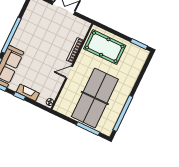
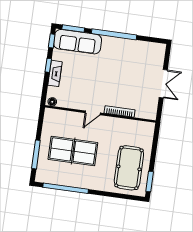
pool table: (105, 47) -> (129, 168), moved
door: (69, 72) -> (93, 113), swing flipped
table tennis table: (95, 98) -> (73, 151), width x0.73, depth x0.76

